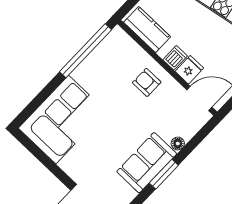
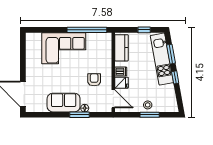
armchair: (147, 82) -> (94, 80), moved
corner sofa: (62, 120) -> (64, 48), moved
window: (164, 174) -> (79, 115), moved

